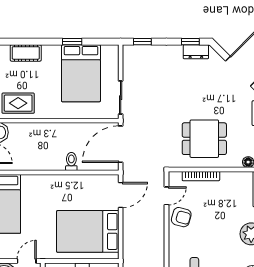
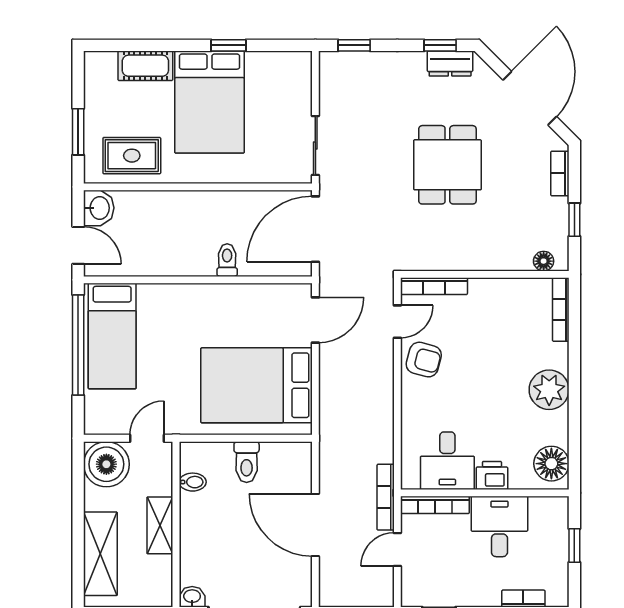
bed: (81, 73) -> (209, 102), moved
dining table: (204, 139) -> (447, 165), moved, turned 90
bookcase: (201, 176) -> (434, 286), moved

